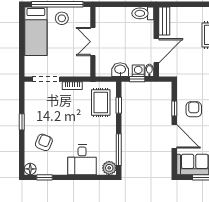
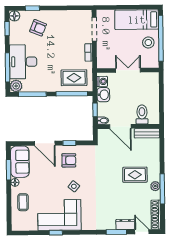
toilet: (143, 13) -> (142, 114), moved
washing machine: (138, 71) -> (102, 81), moved
window: (119, 105) -> (72, 94), width x2.17
window: (22, 122) -> (32, 8), moved
door: (174, 136) -> (45, 143), hinge flipped
desk: (82, 160) -> (23, 62), width x1.37
window: (88, 177) -> (8, 67), added

